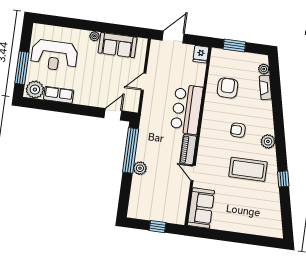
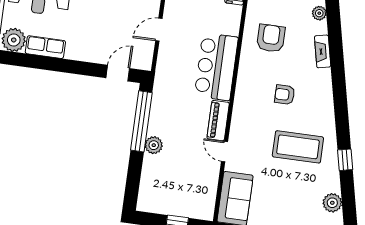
fireplace: (265, 87) -> (323, 51), moved
plant: (268, 141) -> (332, 203), moved

